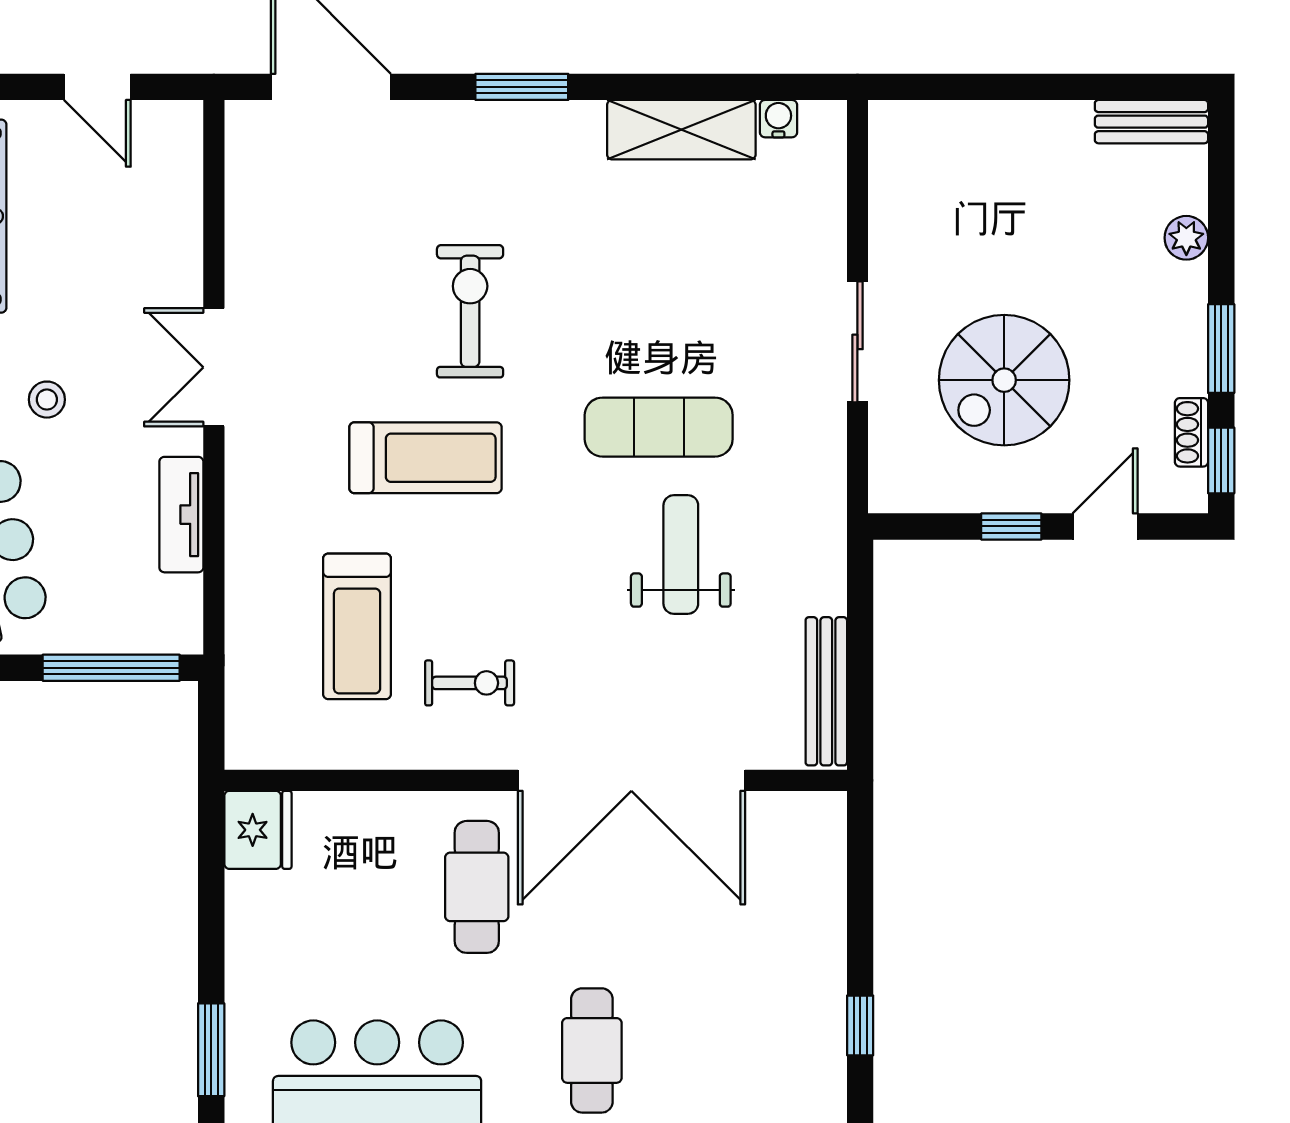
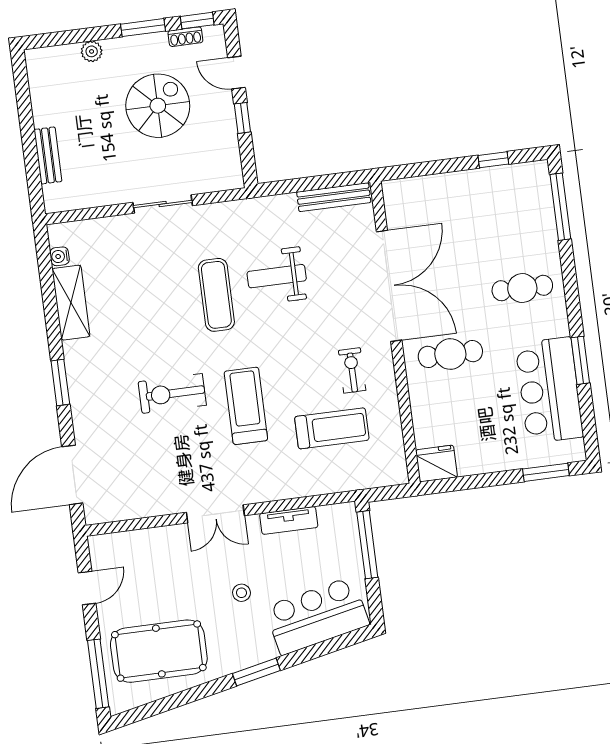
bench: (1151, 122) -> (48, 155), moved
spiral stairs: (1004, 380) -> (158, 106), moved, turned -90

